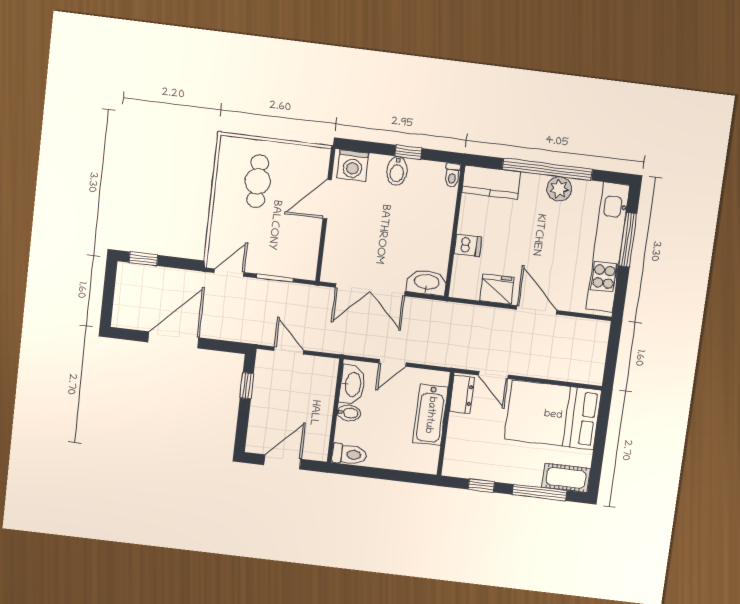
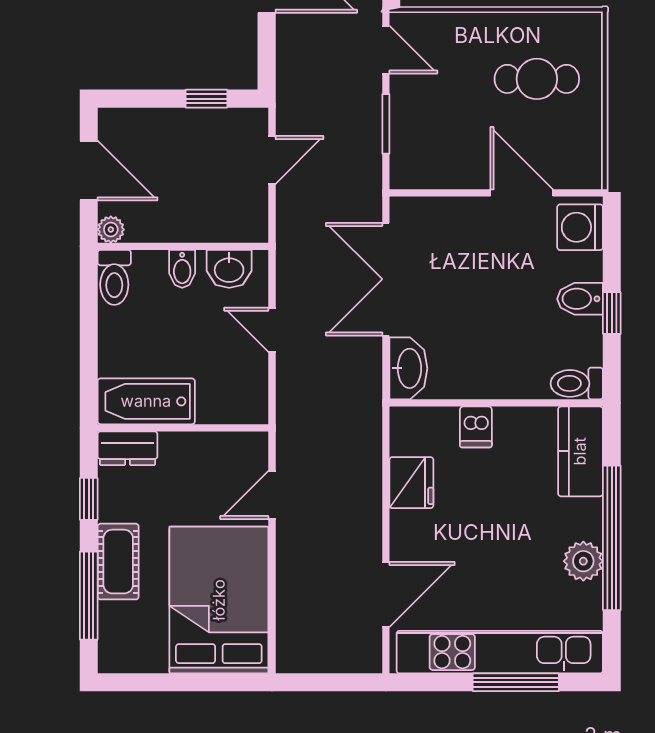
toilet: (452, 175) -> (577, 383), width x1.37, depth x1.39
door: (537, 310) -> (386, 595), moved
washbasin: (352, 384) -> (229, 269), width x0.72
dresser: (462, 395) -> (128, 448), moved
bathtub: (430, 415) -> (146, 401), moved
plant: (320, 453) -> (111, 230), added
cot: (566, 478) -> (118, 562), moved

